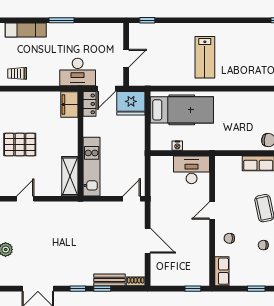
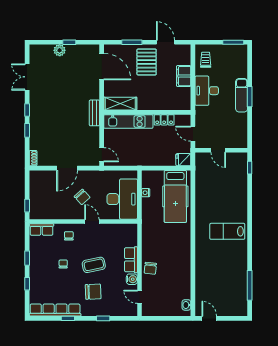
exam couch: (26, 30) -> (242, 95), moved
lab bench: (205, 57) -> (227, 231), moved
desk: (78, 72) -> (207, 91), moved
fridge: (131, 103) -> (183, 160), width x0.53, depth x0.75
locker: (90, 104) -> (164, 120), moved
filing cabinet: (69, 105) -> (184, 76), moved, turned -90
desk: (192, 170) -> (122, 199), width x1.36, depth x1.30
door: (25, 199) -> (102, 67), width x1.88
chair: (183, 222) -> (82, 197), added
bench: (110, 280) -> (94, 113), moved

